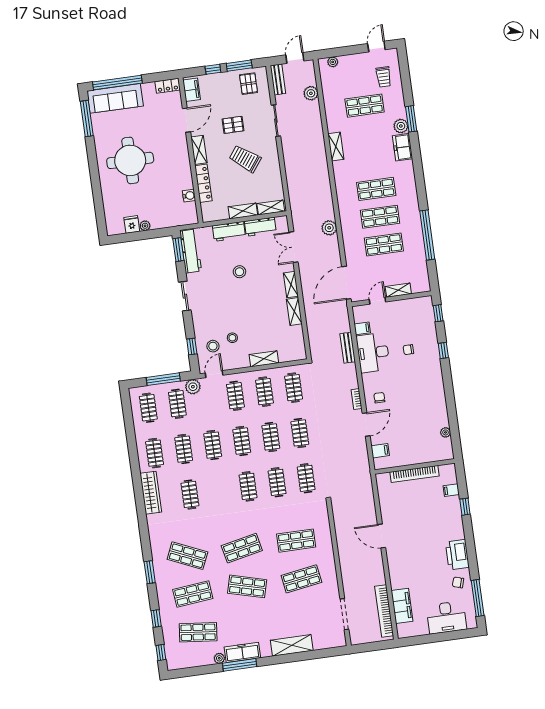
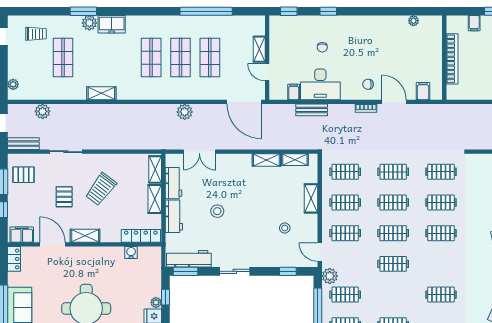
locker: (203, 183) -> (141, 236), moved
window: (151, 234) -> (165, 297), added
shelving: (291, 285) -> (295, 160), moved
stool: (213, 346) -> (291, 249), removed
clothes rail: (184, 449) -> (393, 295), removed

